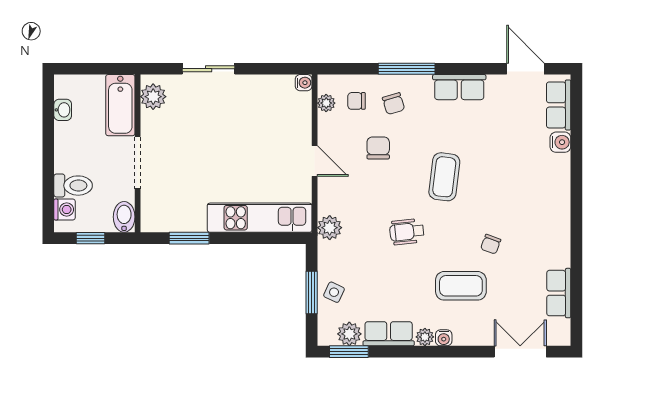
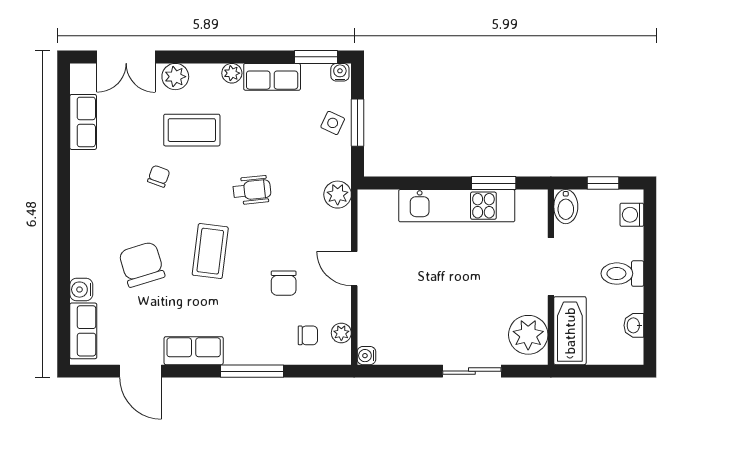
door: (525, 69) -> (140, 371), moved
plant: (153, 97) -> (528, 335), width x1.36, depth x1.36
chair: (394, 104) -> (142, 264), moved, width x1.87, depth x1.87
toilet: (73, 186) -> (622, 274), moved
kitchen unit: (260, 218) -> (457, 206), moved
plant: (349, 334) -> (175, 77), moved
water cooler: (444, 338) -> (340, 72), moved

